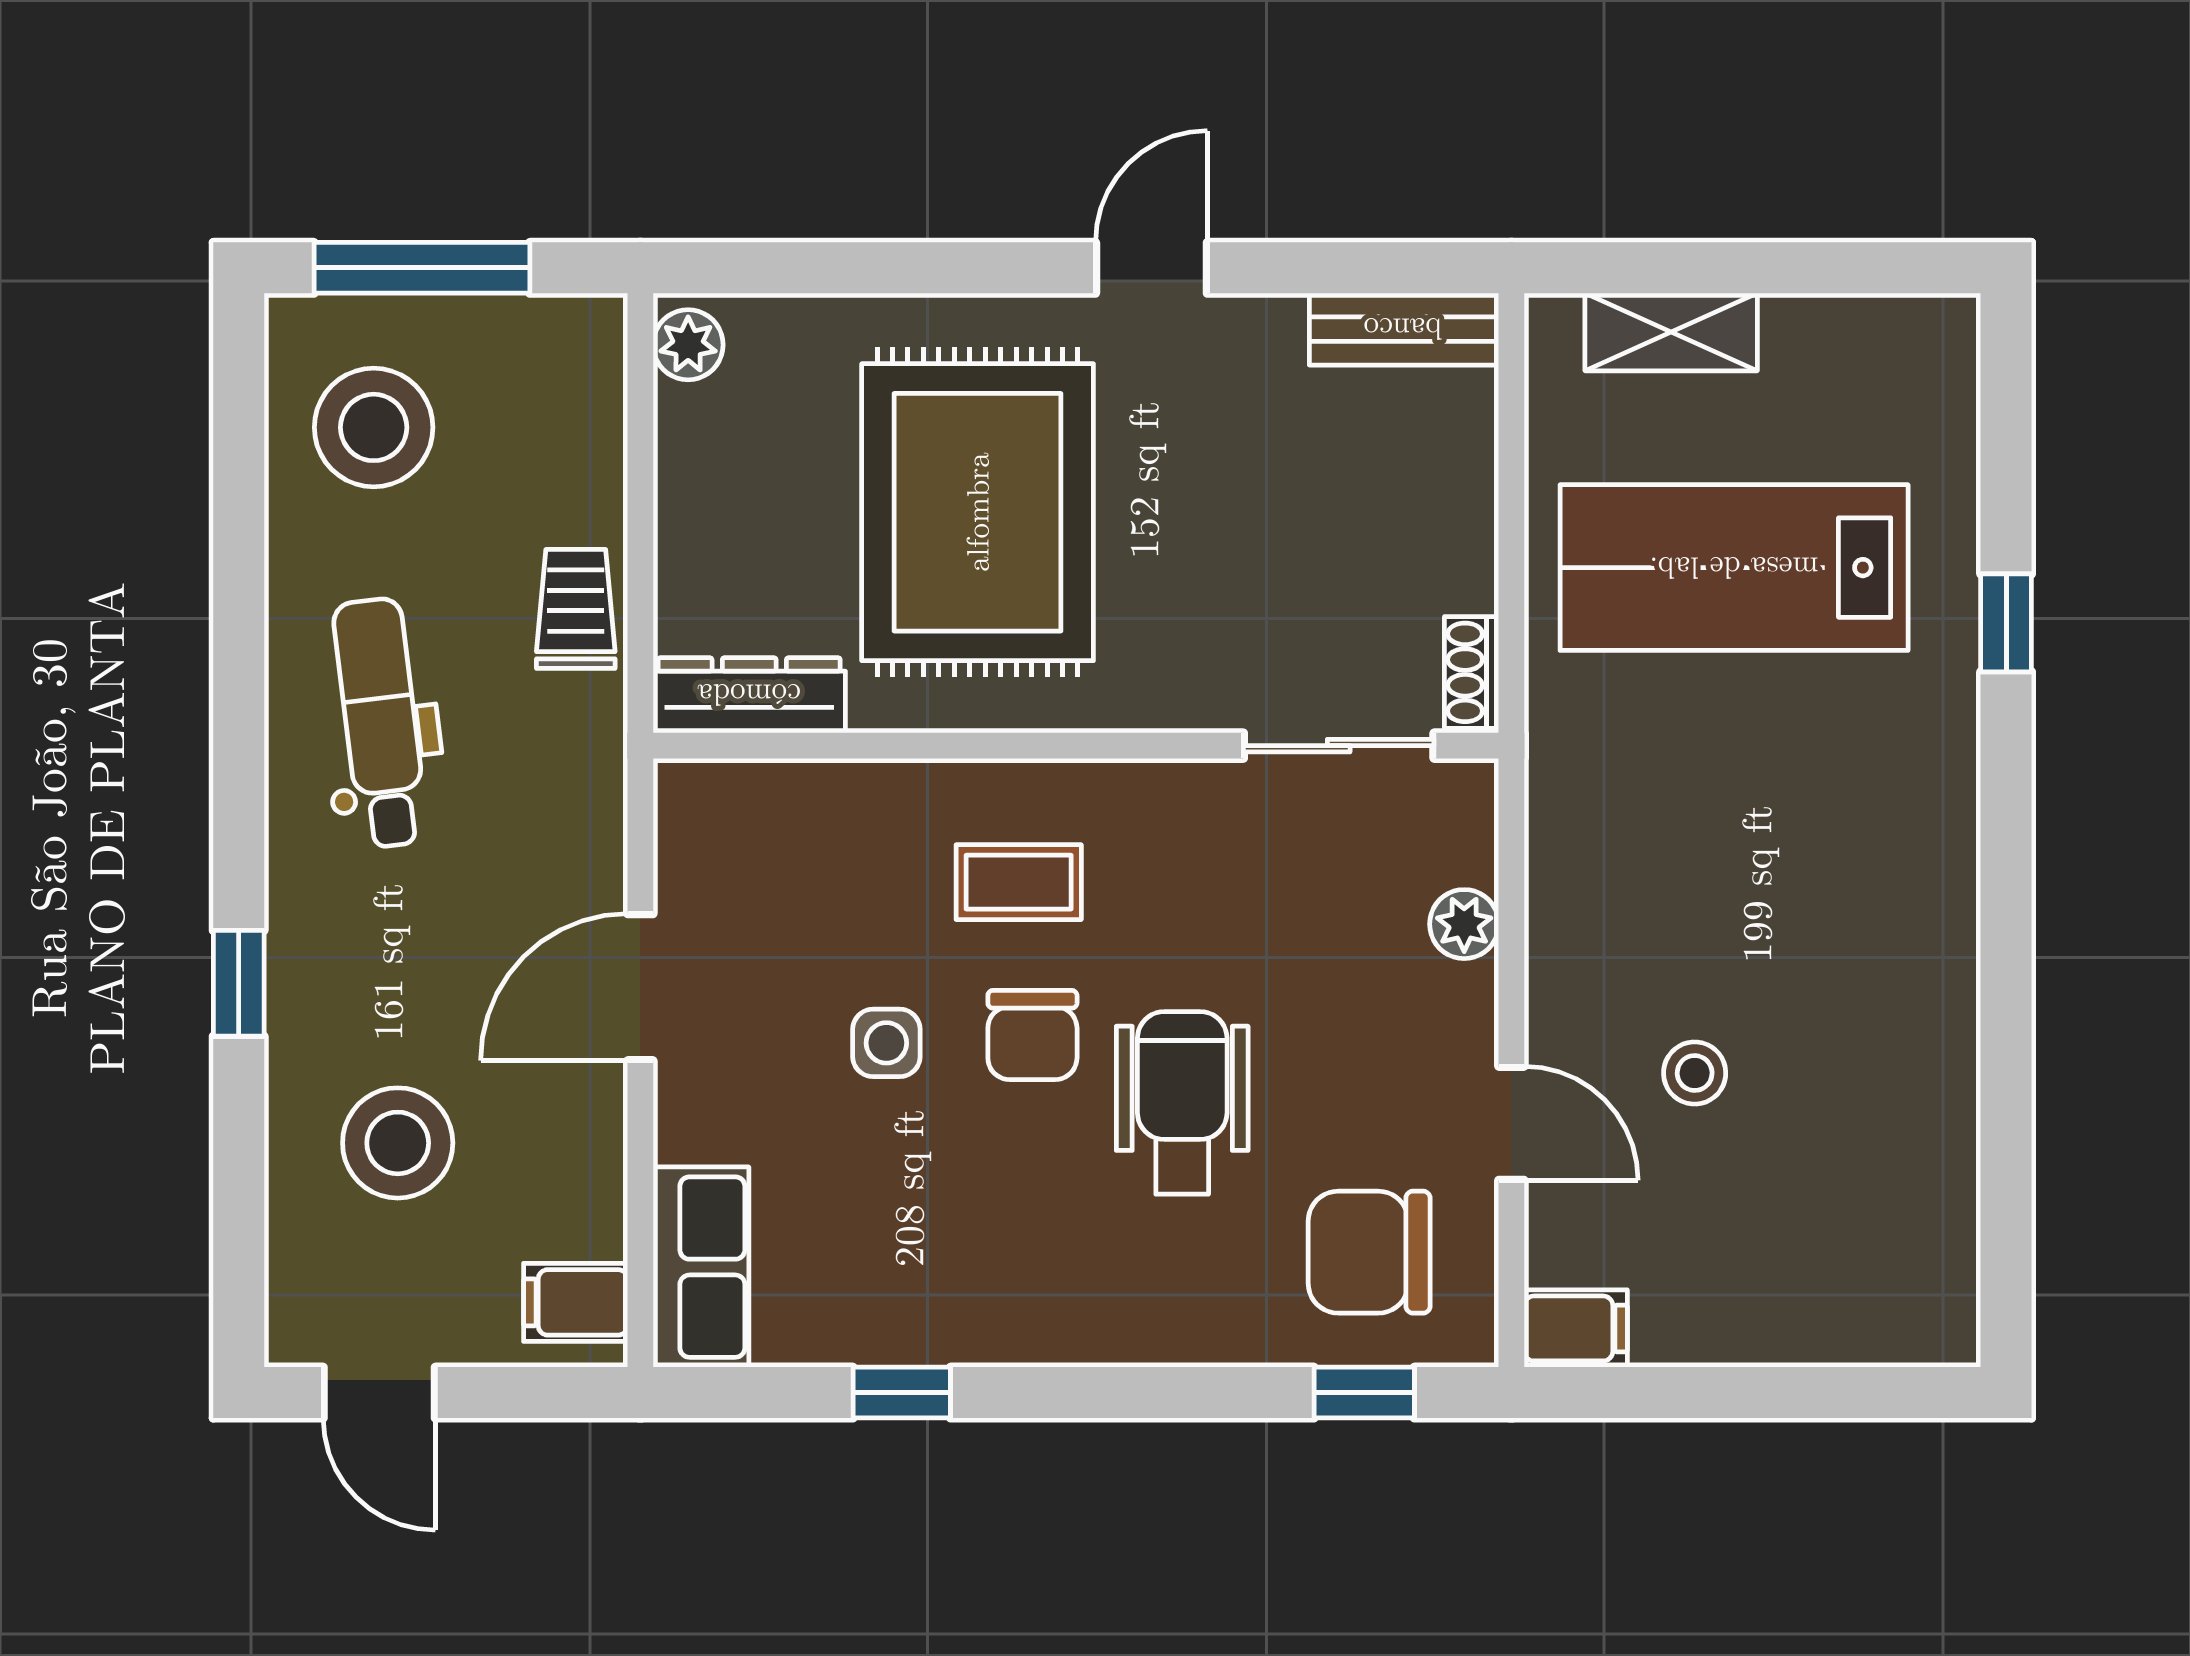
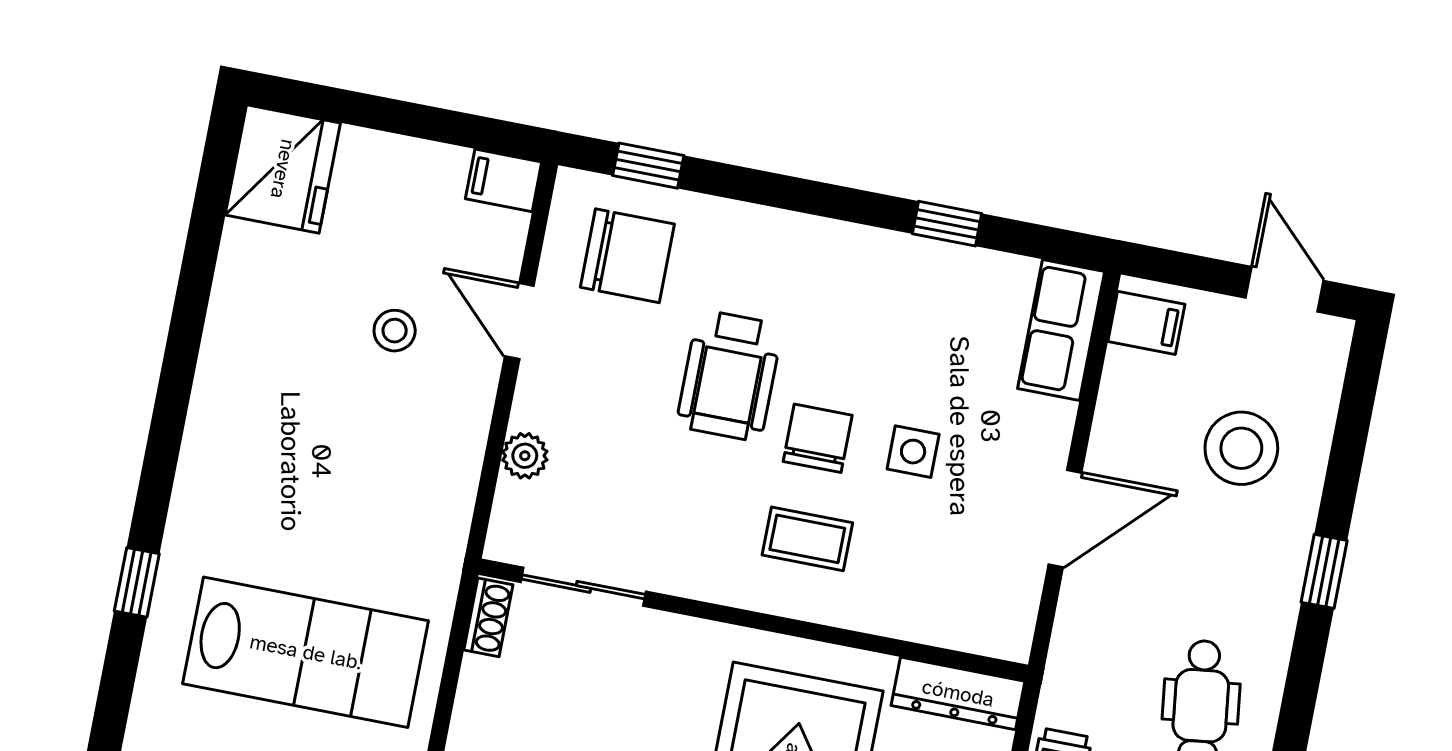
fridge: (1908, 1282) -> (283, 169), added

